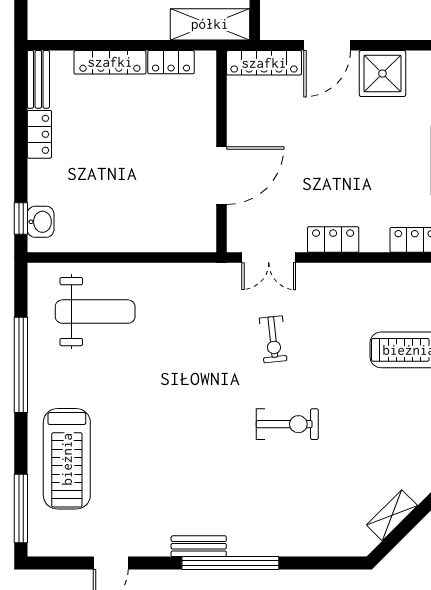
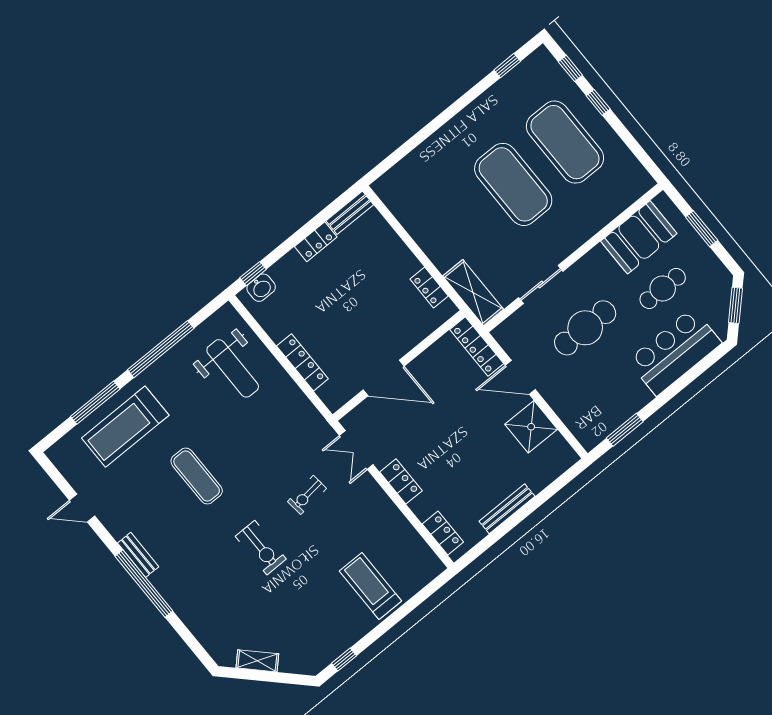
locker: (110, 62) -> (302, 362), moved, turned 180
exercise mat: (169, 429) -> (197, 476), added
window: (21, 509) -> (95, 403), moved

